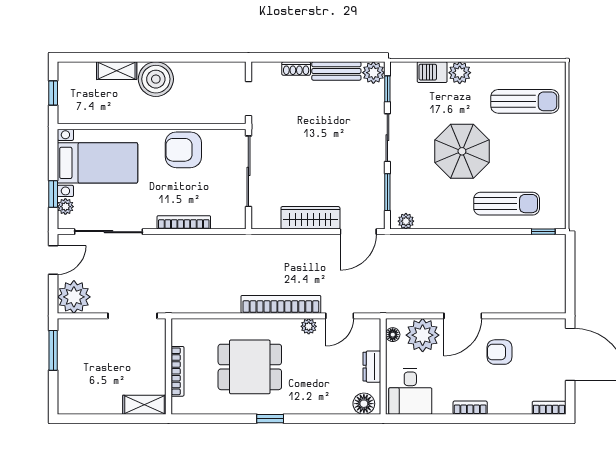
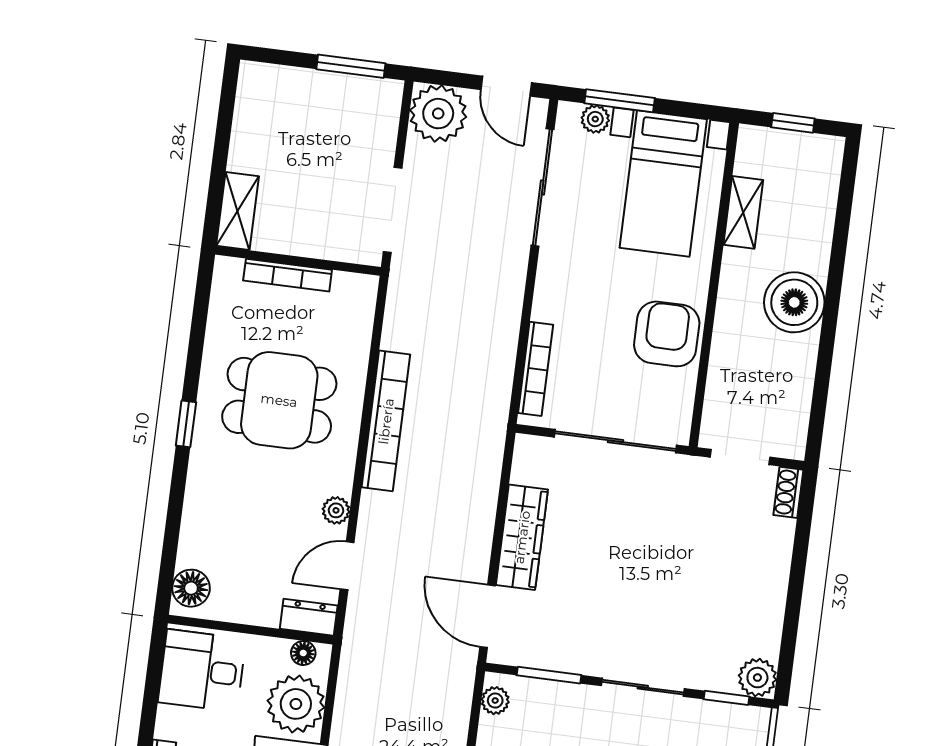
shoe rack: (296, 69) -> (788, 492), moved
shelving: (117, 71) -> (743, 212), moved
bench: (336, 71) -> (768, 614), removed
window: (53, 194) -> (620, 101), width x1.50
bookcase: (184, 222) -> (536, 369), moved
bookcase: (281, 304) -> (386, 421), moved
door: (340, 316) -> (347, 566), hinge flipped
dining table: (250, 367) -> (279, 400), turned 90
dresser: (372, 367) -> (309, 617), moved

